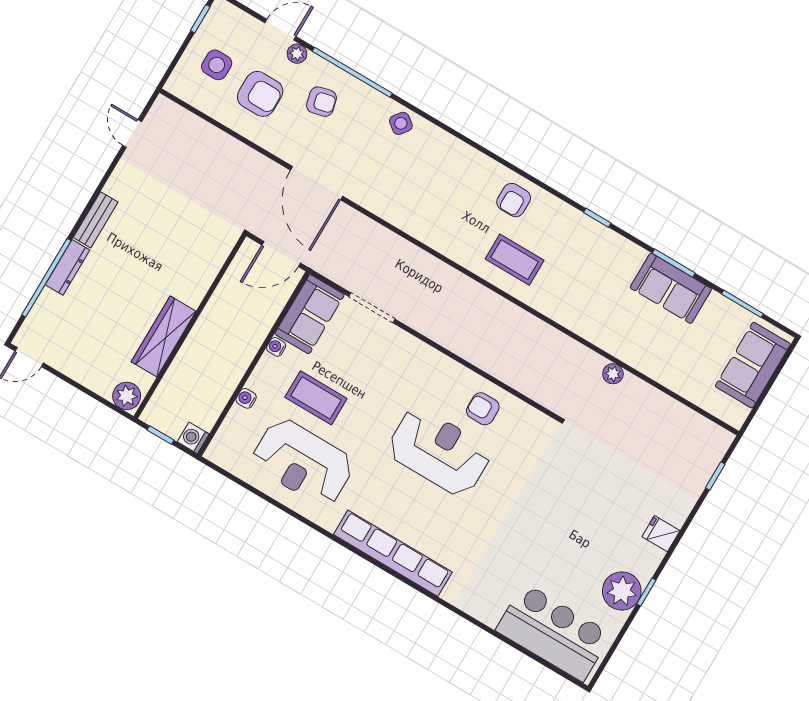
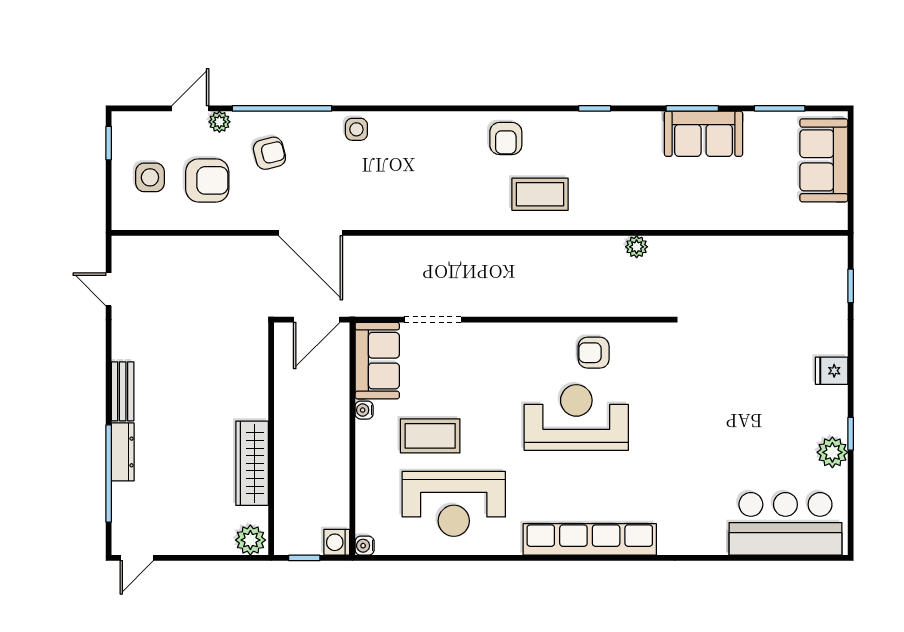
side table: (401, 123) -> (356, 129), turned -37
plant: (613, 374) -> (637, 247), moved
water cooler: (246, 398) -> (365, 546), moved
plant: (622, 591) -> (832, 452), width x0.73, depth x0.73

